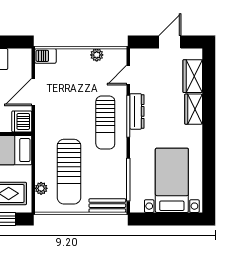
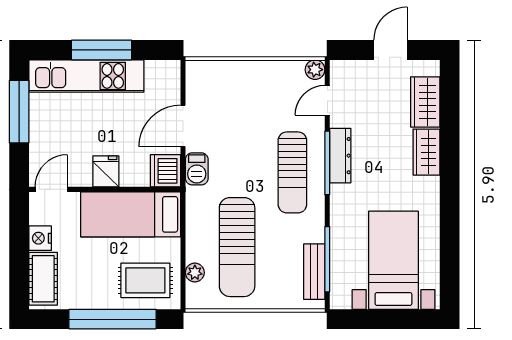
plant: (97, 55) -> (315, 70), moved
barbecue: (45, 56) -> (197, 169), moved, turned -90
bench: (107, 206) -> (314, 272), moved, turned 90

